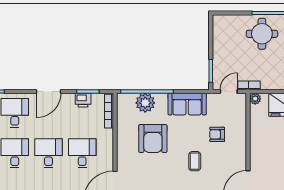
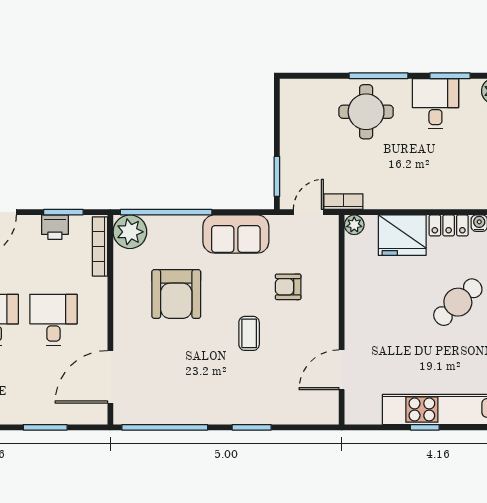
plant: (145, 103) -> (130, 232), moved

